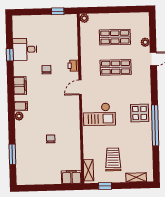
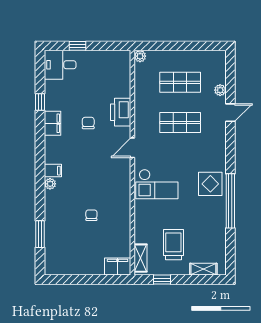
window: (58, 11) -> (78, 46), moved
desk: (25, 49) -> (60, 65), moved
printer: (73, 66) -> (121, 112), width x1.87, depth x1.48
filing cabinet: (20, 86) -> (52, 123), moved

